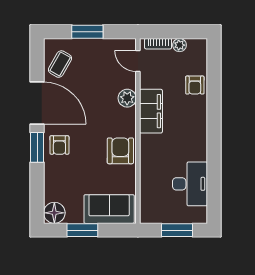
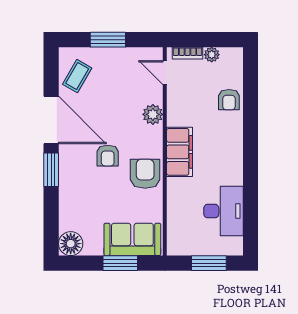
filing cabinet: (151, 111) -> (179, 152), moved
armchair: (59, 145) -> (108, 156), moved
window: (82, 230) -> (120, 263), moved

